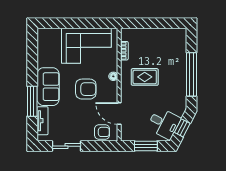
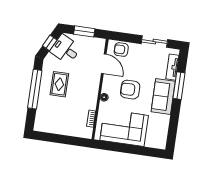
rug: (145, 77) -> (59, 84), moved, turned 90

